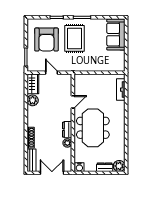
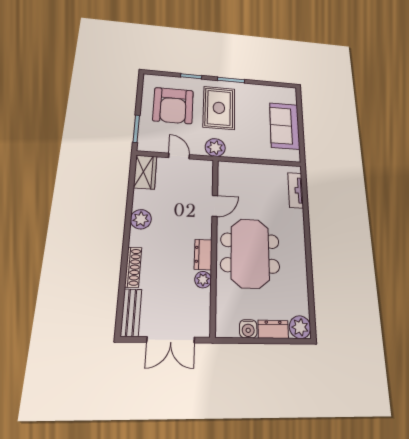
sofa: (116, 35) -> (285, 126), moved
plant: (73, 66) -> (215, 147), added
plant: (33, 100) -> (141, 219), moved
water cooler: (79, 167) -> (248, 329), moved
double door: (52, 173) -> (171, 340), swing flipped

